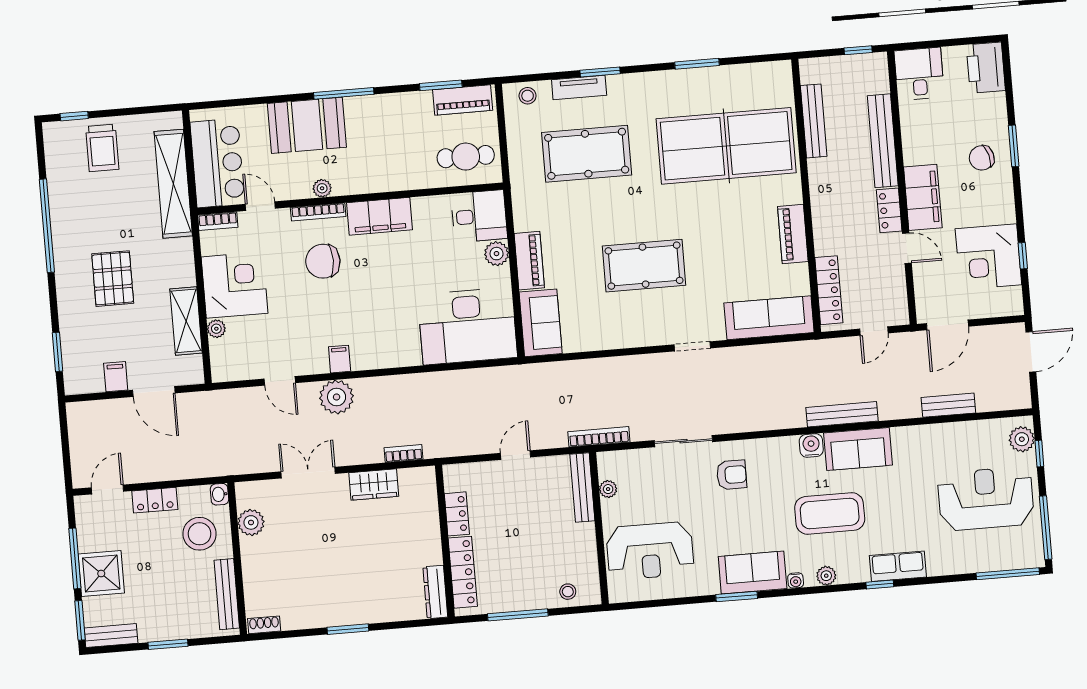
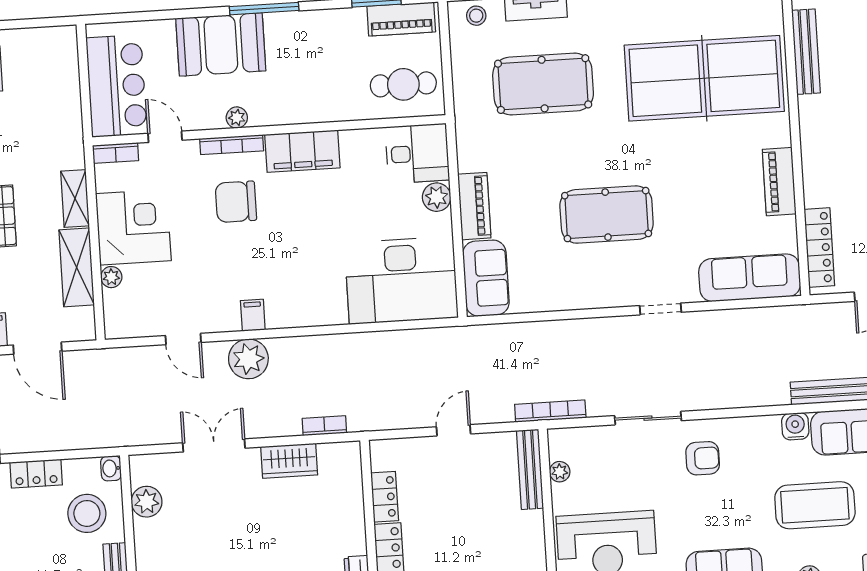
shelving: (173, 184) -> (75, 199), moved, width x0.45, depth x0.75

